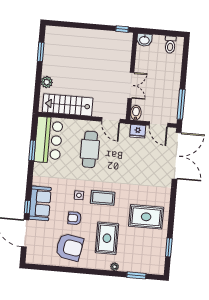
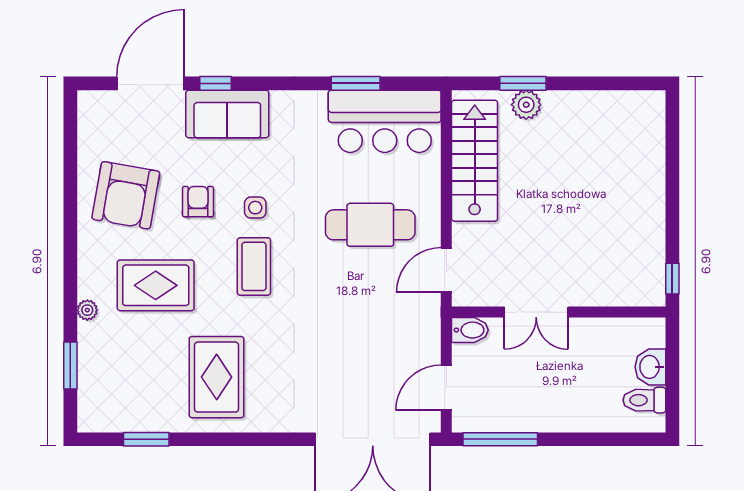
washbasin: (144, 40) -> (650, 367), moved
window: (41, 52) -> (523, 83), moved
fridge: (138, 131) -> (425, 338), removed

